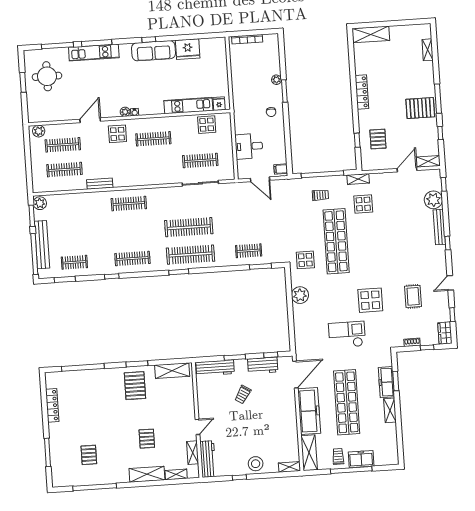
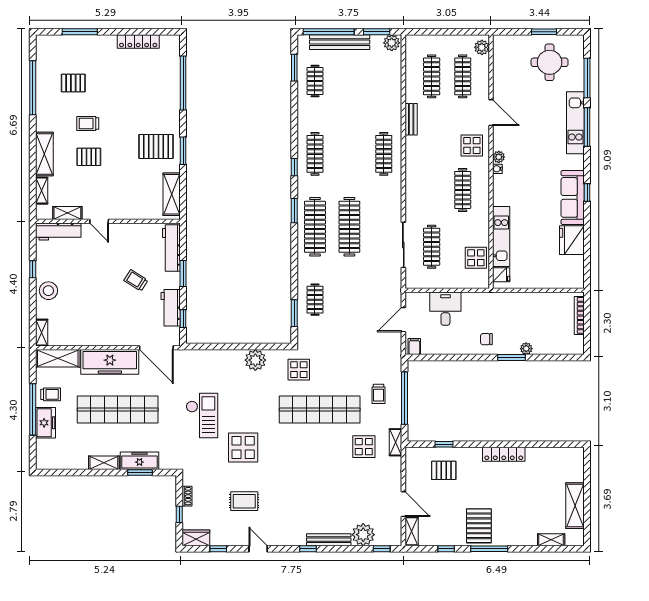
shelving: (371, 34) -> (575, 506), moved
window: (112, 276) -> (294, 167), moved
trolley: (120, 441) -> (88, 123), added

